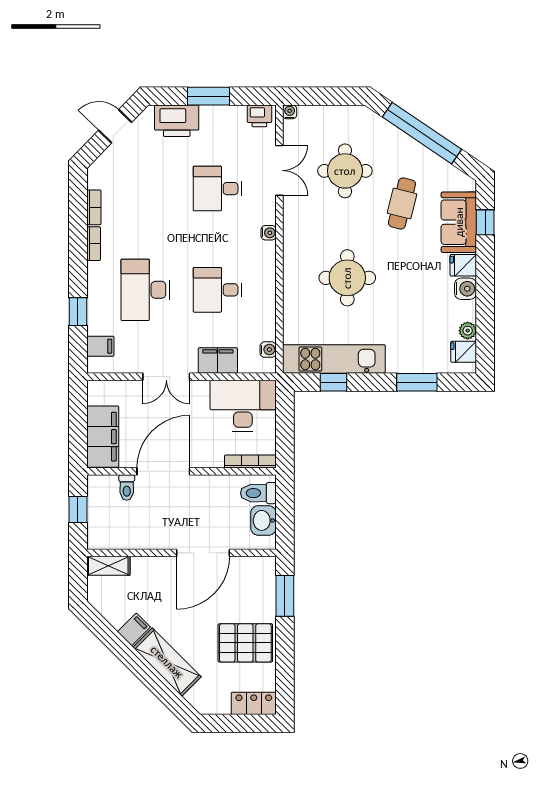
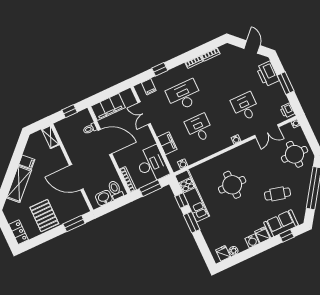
round table: (345, 171) -> (295, 154), moved
double door: (166, 377) -> (144, 113), moved
window: (417, 382) -> (192, 222), moved
window: (285, 428) -> (150, 188), added

